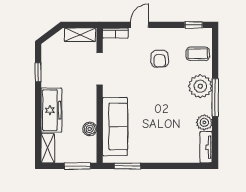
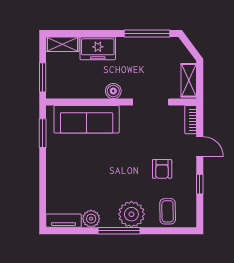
window: (194, 25) -> (200, 184), moved
armchair: (160, 59) -> (162, 169), turned -87
window: (38, 72) -> (147, 34), width x2.17
freezer: (51, 110) -> (98, 48), width x0.71
boiler: (90, 129) -> (113, 91), moved

